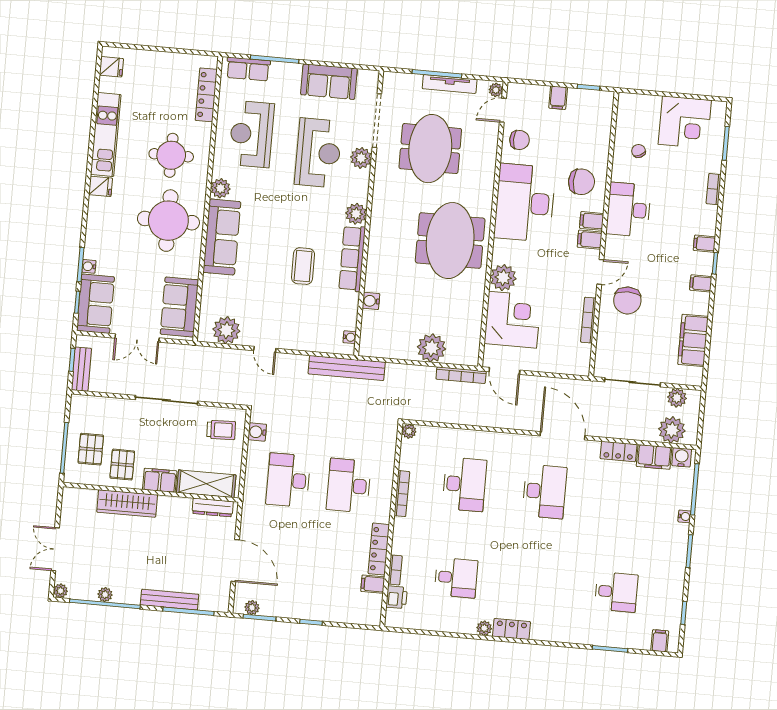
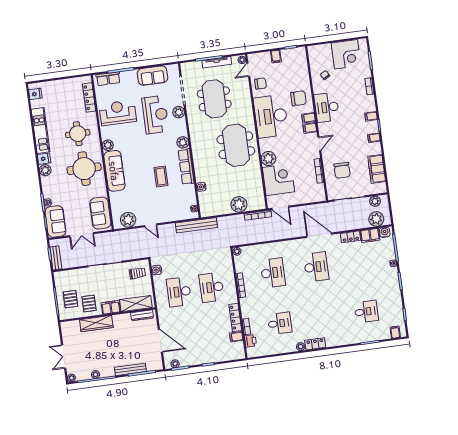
reception desk: (251, 134) -> (118, 113), turned 90
plant: (98, 208) -> (45, 170), added
chair: (627, 300) -> (342, 170), moved

